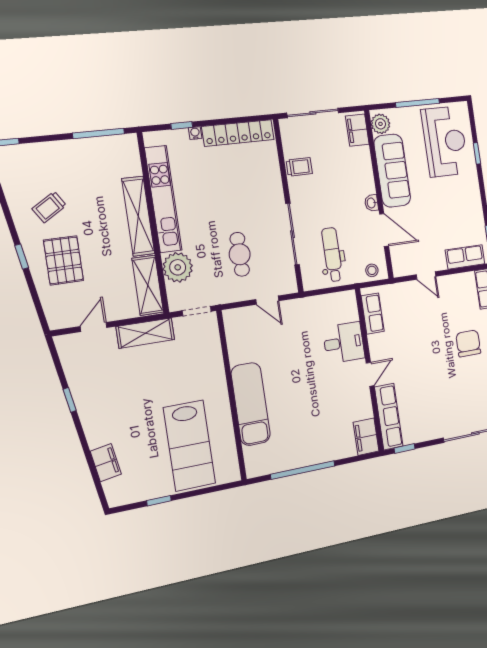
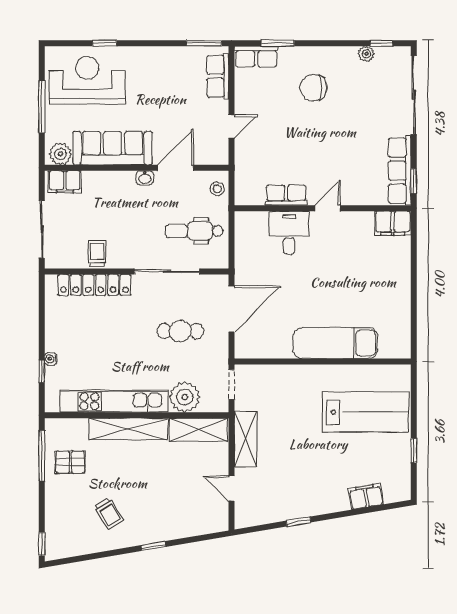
locker: (238, 133) -> (94, 285), moved, turned 90
pallet: (63, 260) -> (70, 462), moved, width x0.67, depth x0.71
door: (267, 300) -> (232, 309), width x1.88
row of seats: (373, 314) -> (286, 195), moved
door: (370, 374) -> (328, 208), hinge flipped
row of seats: (389, 417) -> (400, 171), moved, turned -90
window: (303, 470) -> (414, 298), removed

